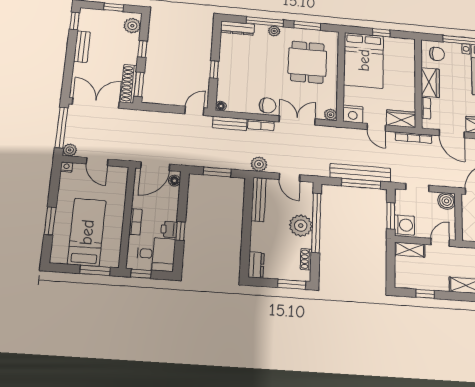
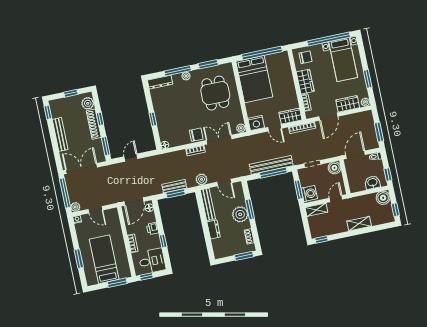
window: (381, 33) -> (262, 53), width x3.17
bench: (82, 47) -> (60, 134), width x1.36
shoe rack: (129, 84) -> (94, 124), moved
door: (194, 111) -> (131, 158), moved
bench: (230, 123) -> (174, 186), moved
door: (452, 134) -> (328, 117), hinge flipped
window: (316, 223) -> (250, 209), width x0.47
printer: (169, 229) -> (153, 228), moved
dresser: (256, 265) -> (214, 229), moved
window: (425, 294) -> (321, 240), moved

